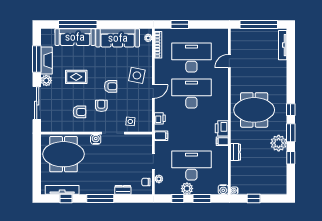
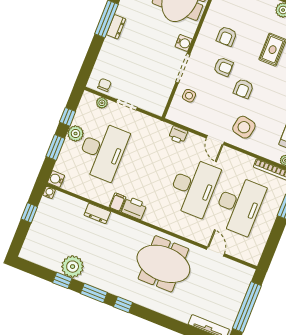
meeting table: (254, 110) -> (163, 264), moved, turned 90
filing cabinet: (161, 136) -> (155, 127), removed
plant: (279, 143) -> (73, 267), moved
dresser: (123, 190) -> (116, 27), moved

